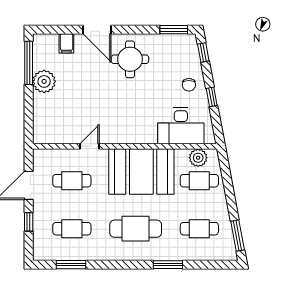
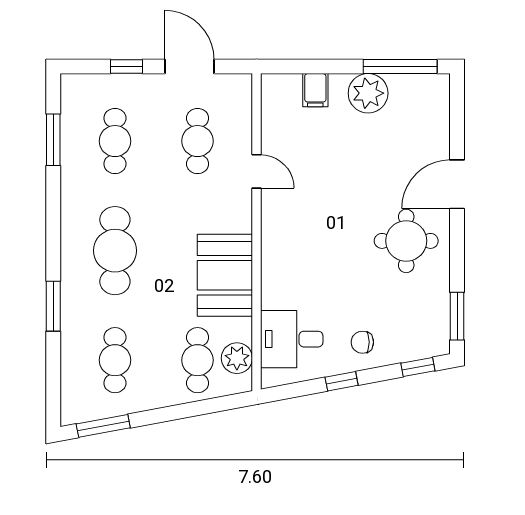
filing cabinet: (66, 43) -> (315, 90), moved, turned -90
desk: (181, 126) -> (292, 339), width x0.73
booth: (141, 172) -> (225, 275), width x0.73, depth x0.70

